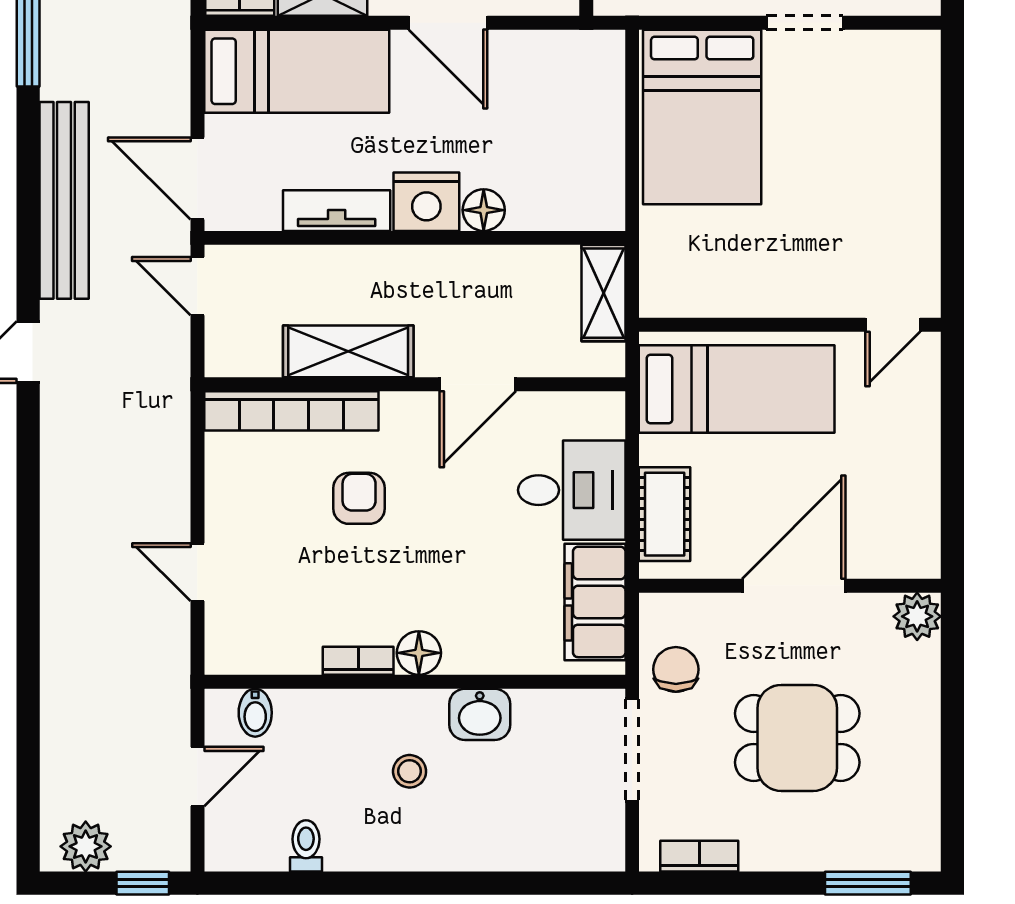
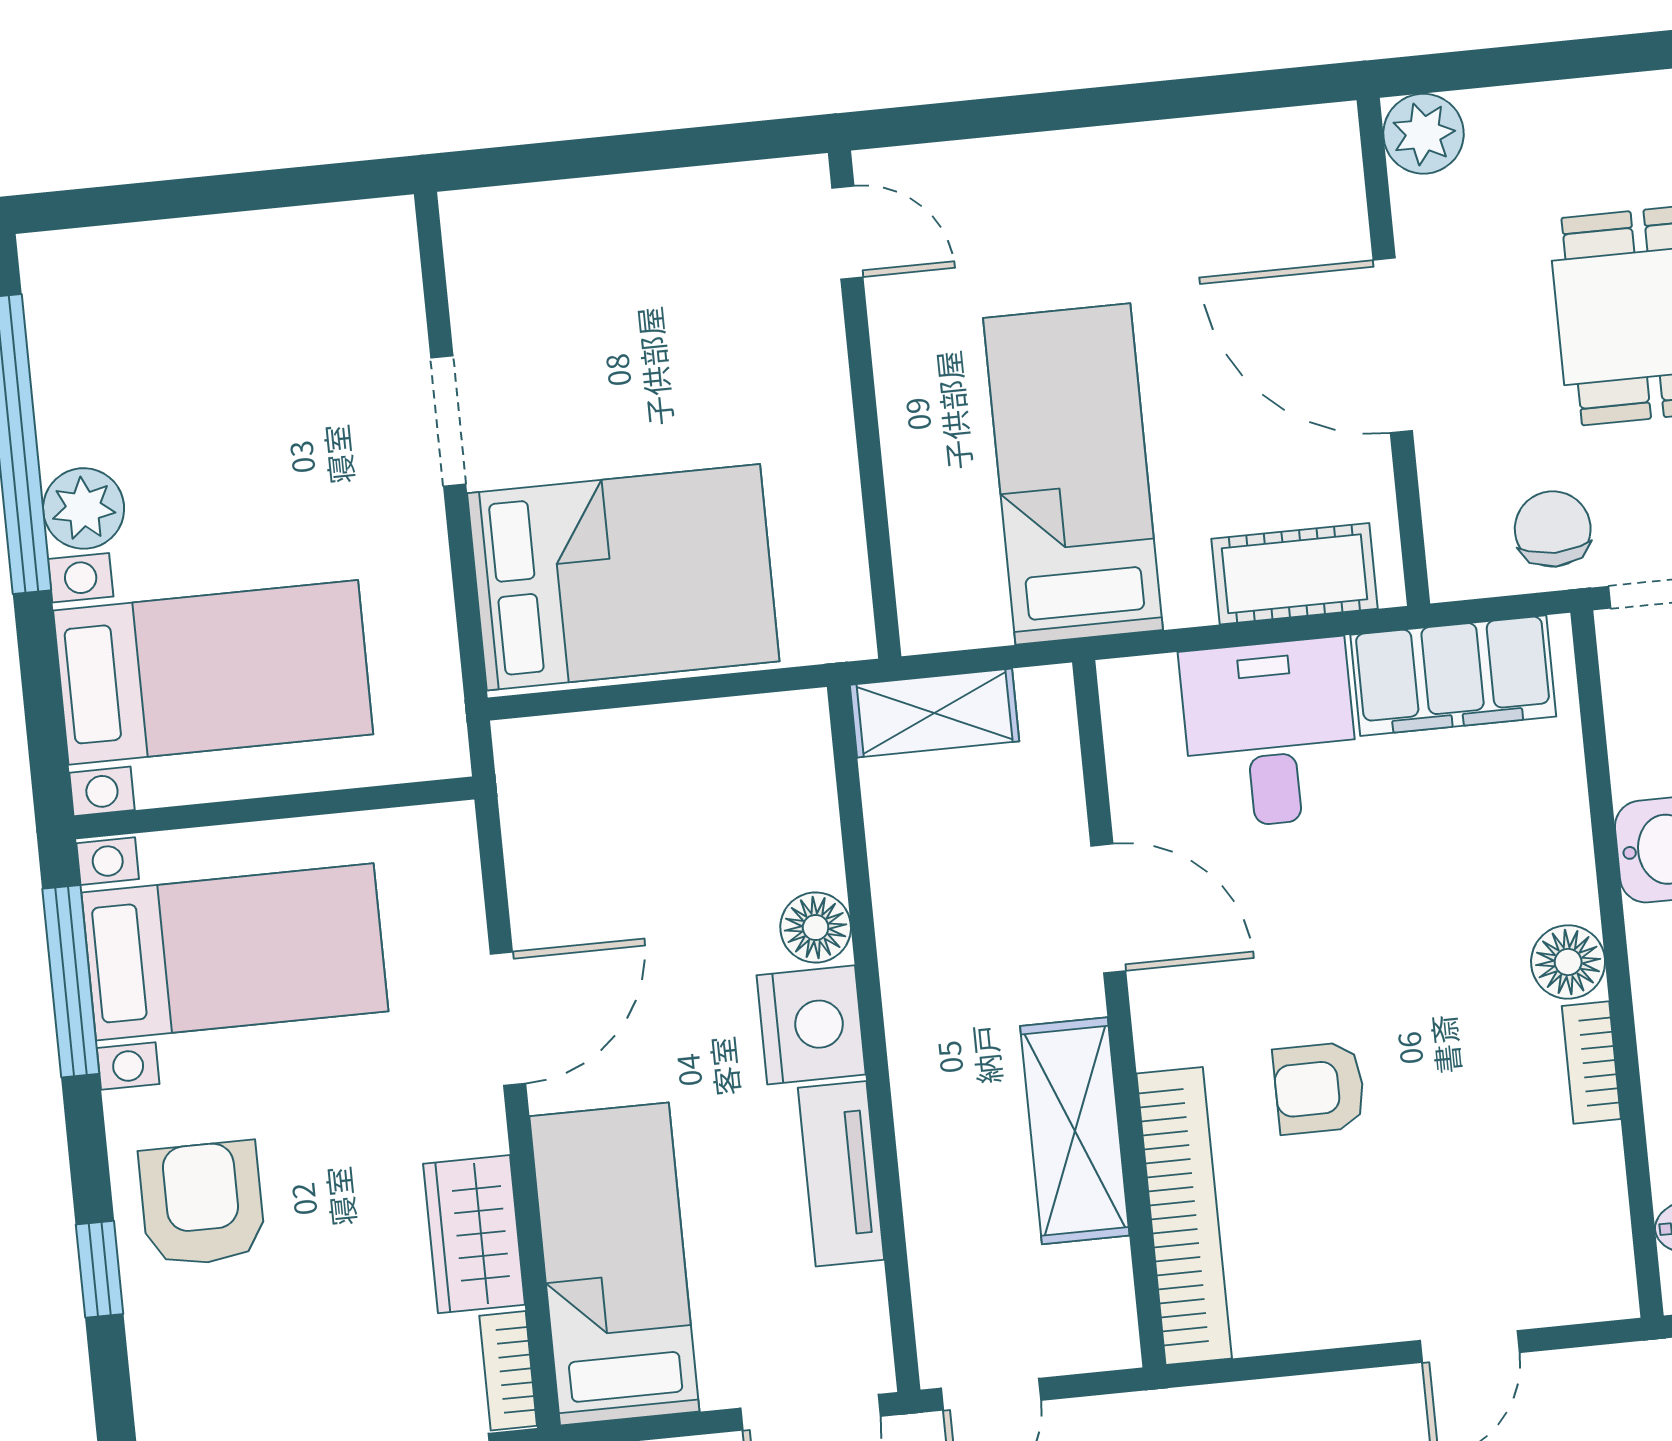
wall: (790, 325) -> (865, 405), moved
door: (893, 325) -> (847, 233), moved
chair: (676, 669) -> (1553, 529), turned 90

